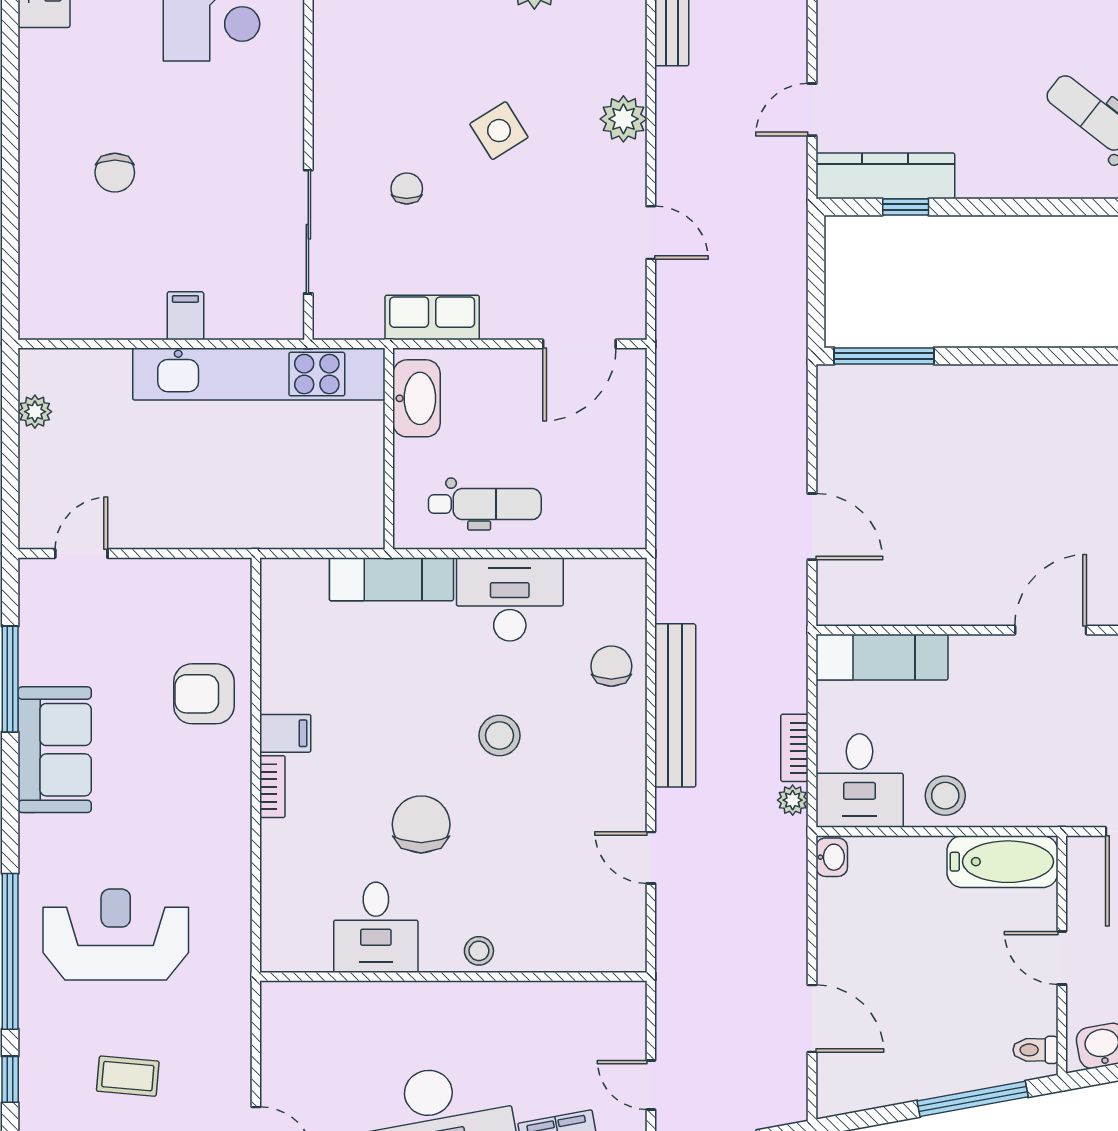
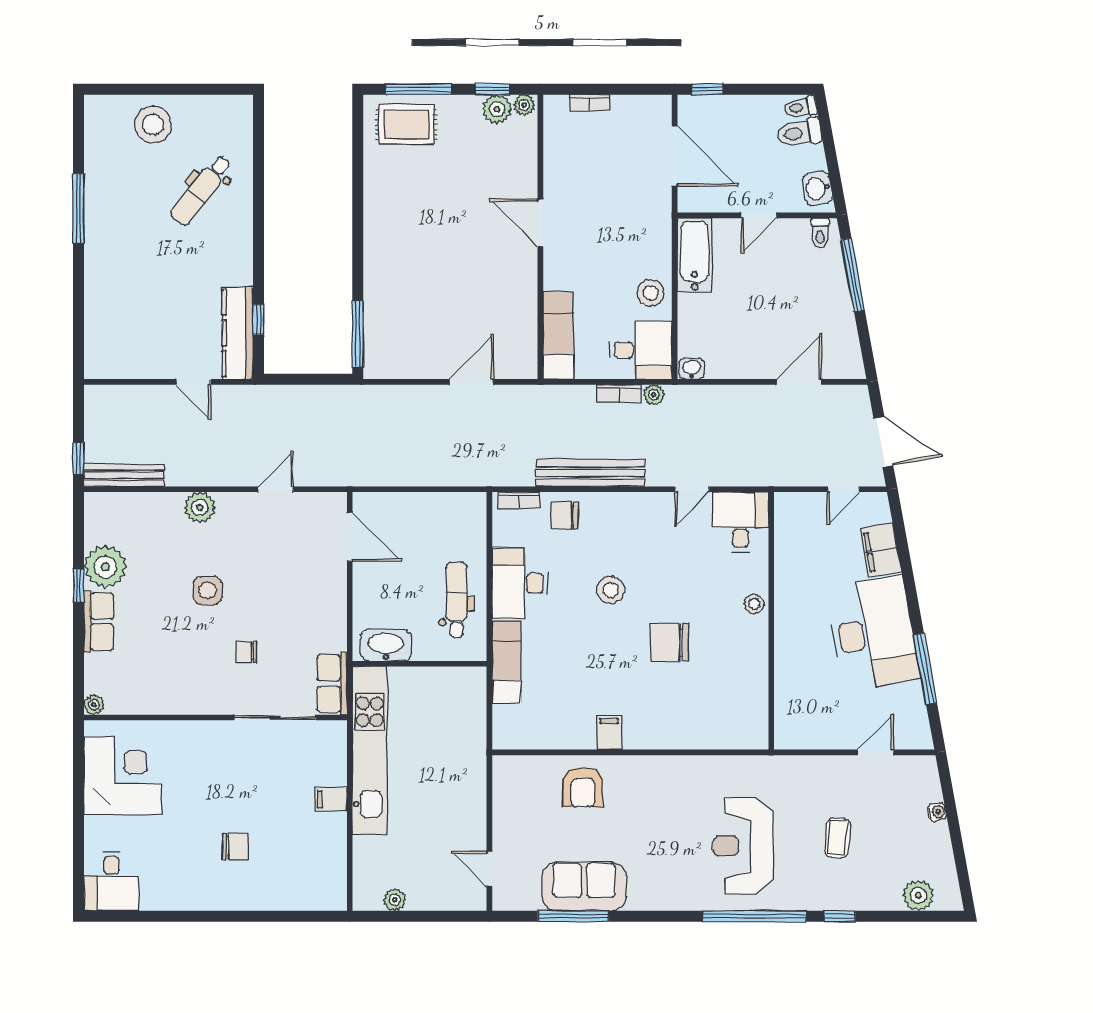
side table: (499, 131) -> (207, 590), turned 32
row of seats: (432, 317) -> (332, 684), moved
sofa: (55, 750) -> (584, 887), moved
bookcase: (272, 787) -> (519, 500), moved, turned 180
desk: (376, 927) -> (741, 522), moved, turned -90

